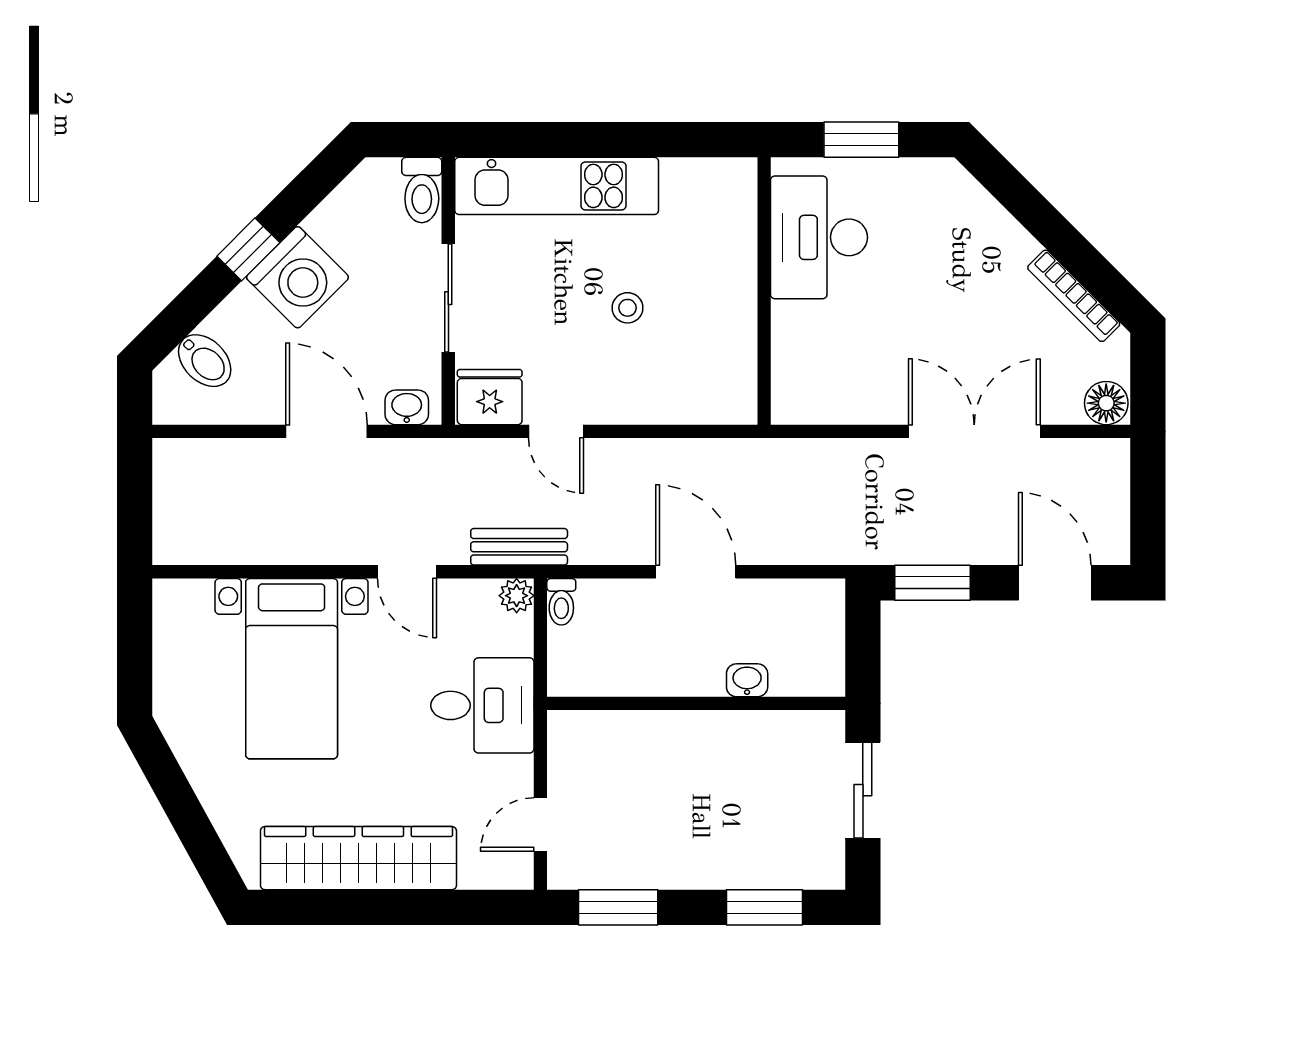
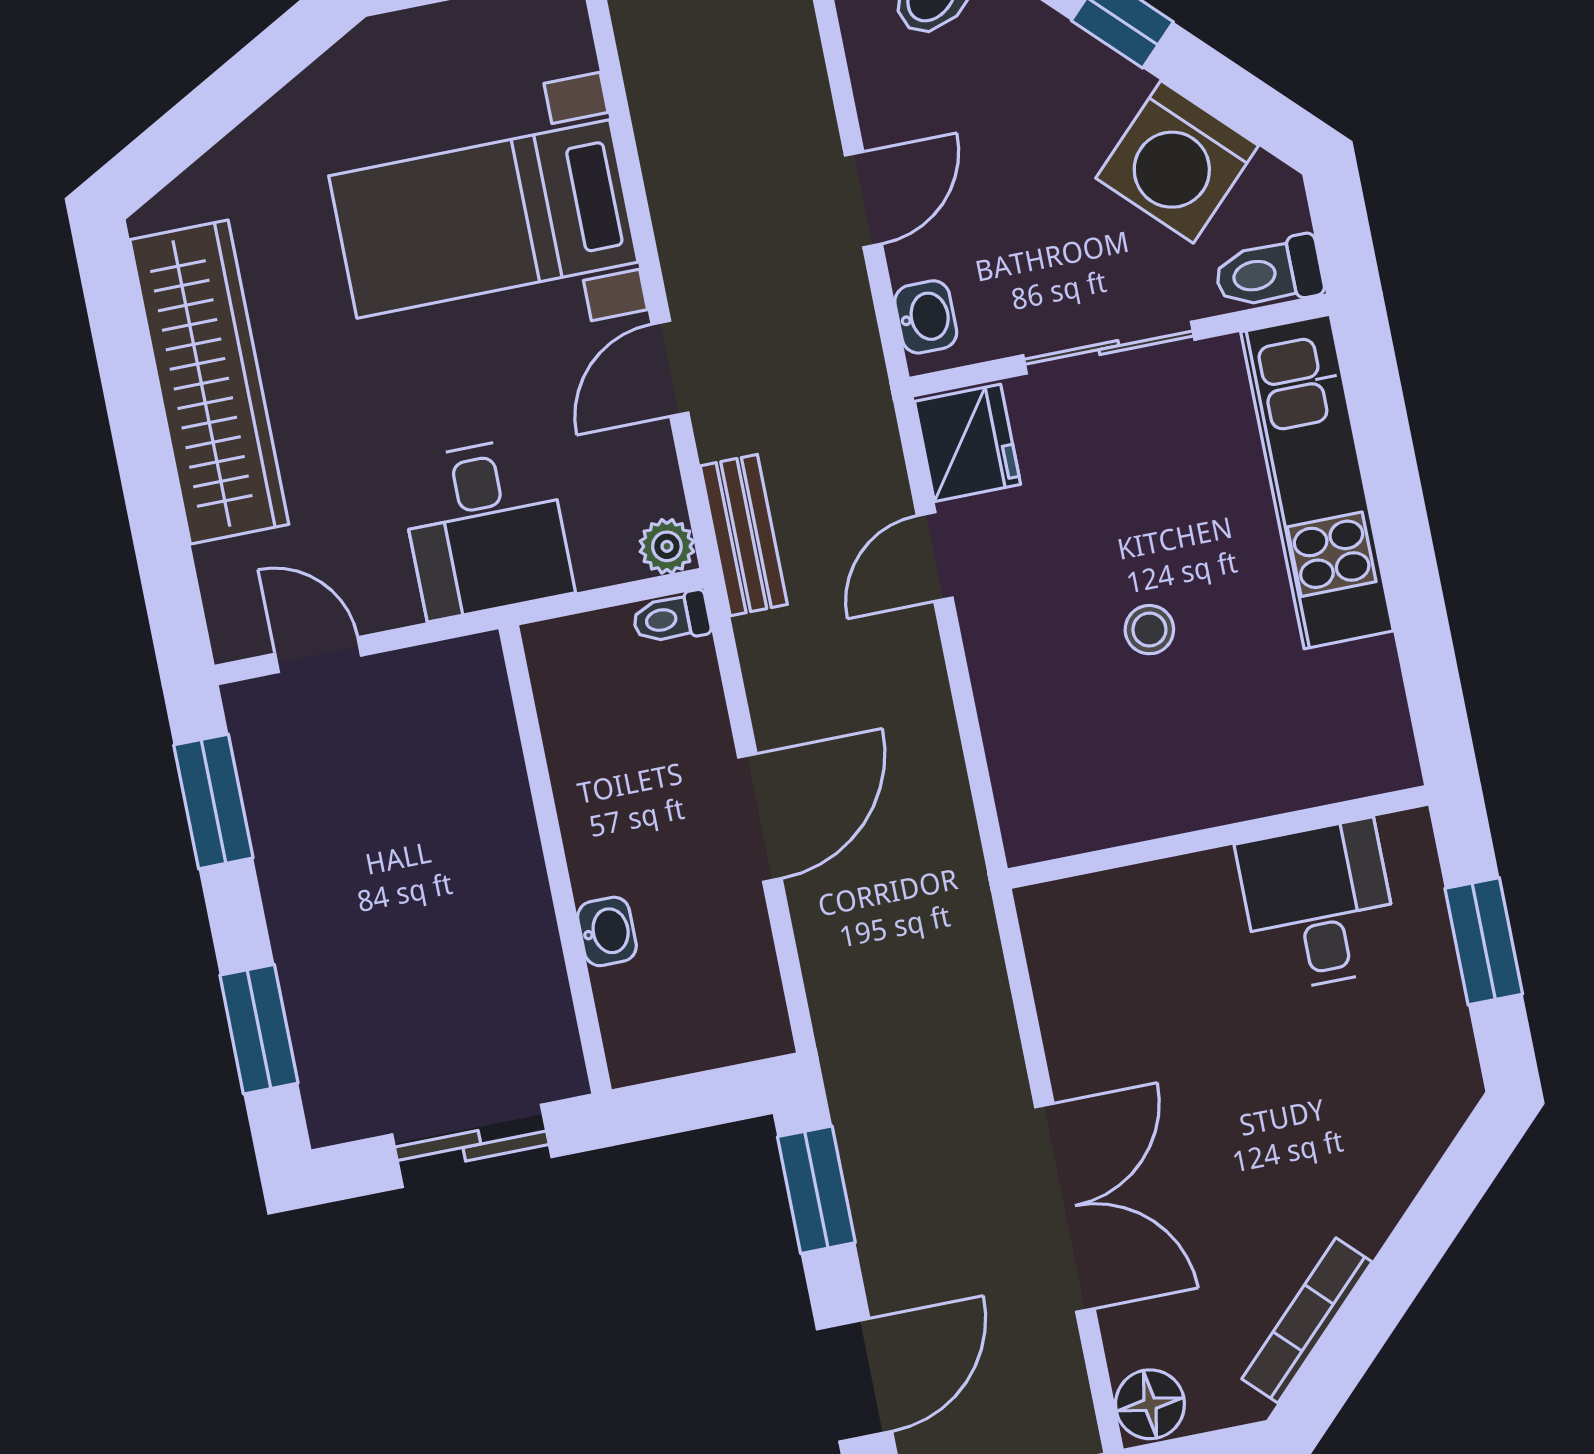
desk: (819, 237) -> (1319, 906), width x0.73
washing machine: (298, 277) -> (1177, 162), moved
door: (327, 431) -> (863, 200), width x0.73

